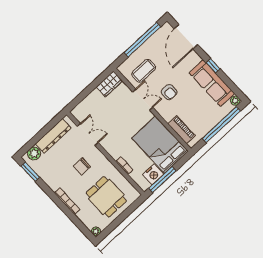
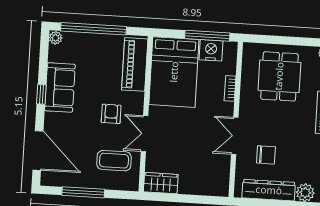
door: (186, 37) -> (38, 150), hinge flipped
window: (142, 40) -> (83, 192), width x0.68
sofa: (212, 83) -> (60, 88), width x0.73
piano: (182, 130) -> (135, 64), width x1.37, depth x1.33
double door: (88, 134) -> (235, 136), moved
chair: (82, 166) -> (266, 155), moved

